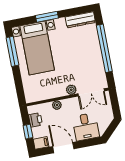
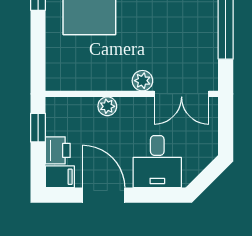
printer: (35, 120) -> (58, 150), moved
window: (28, 132) -> (38, 128), moved

